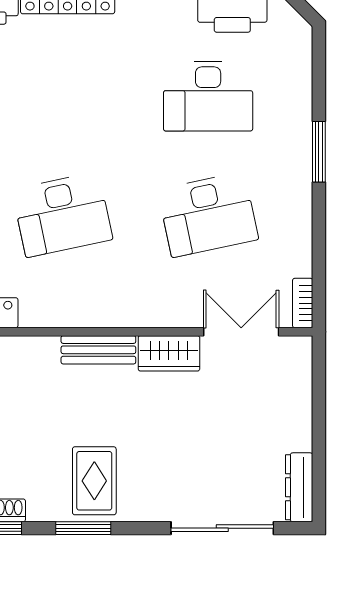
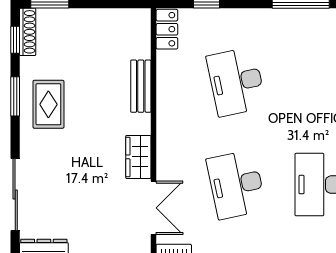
bench: (98, 350) -> (141, 86), moved
rug: (94, 481) -> (48, 104), turned 90

